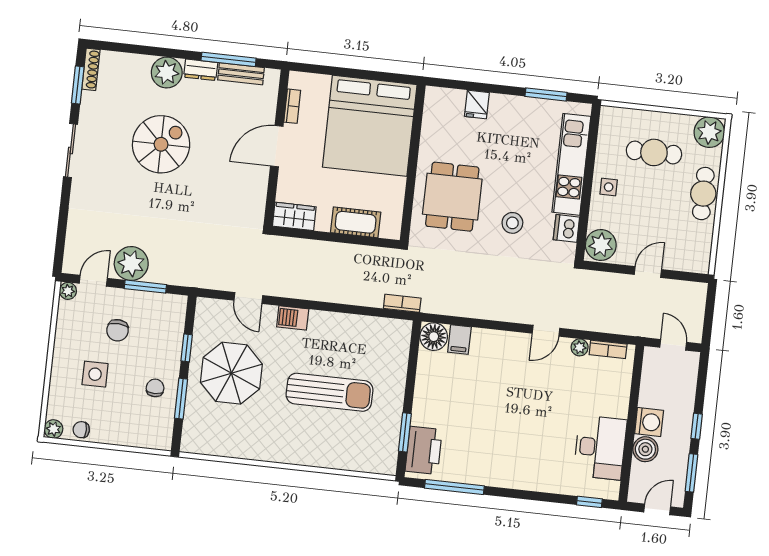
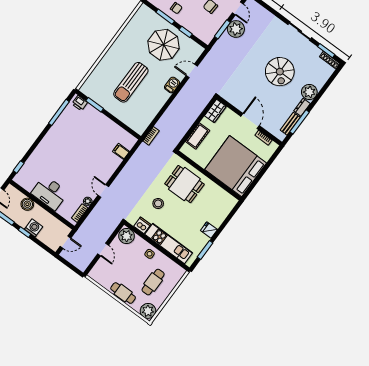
fridge: (477, 104) -> (209, 230), moved
floor lamp: (434, 337) -> (129, 141), removed
washing machine: (649, 422) -> (34, 228), moved, turned 180
desk: (600, 448) -> (50, 193), moved
printer: (424, 450) -> (80, 103), width x0.53, depth x0.68

